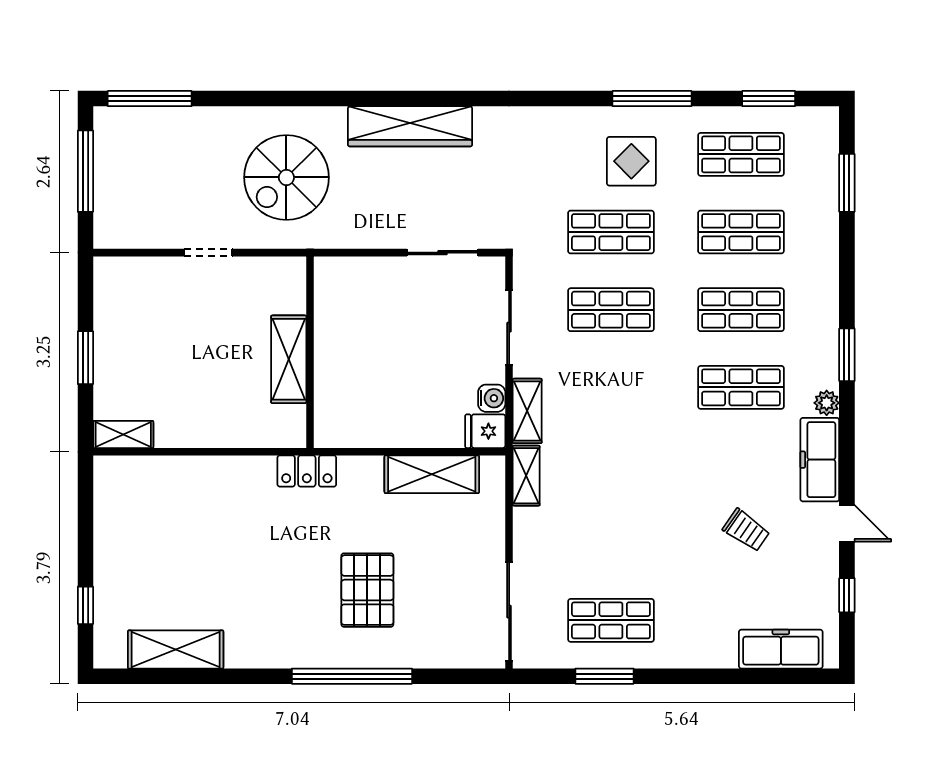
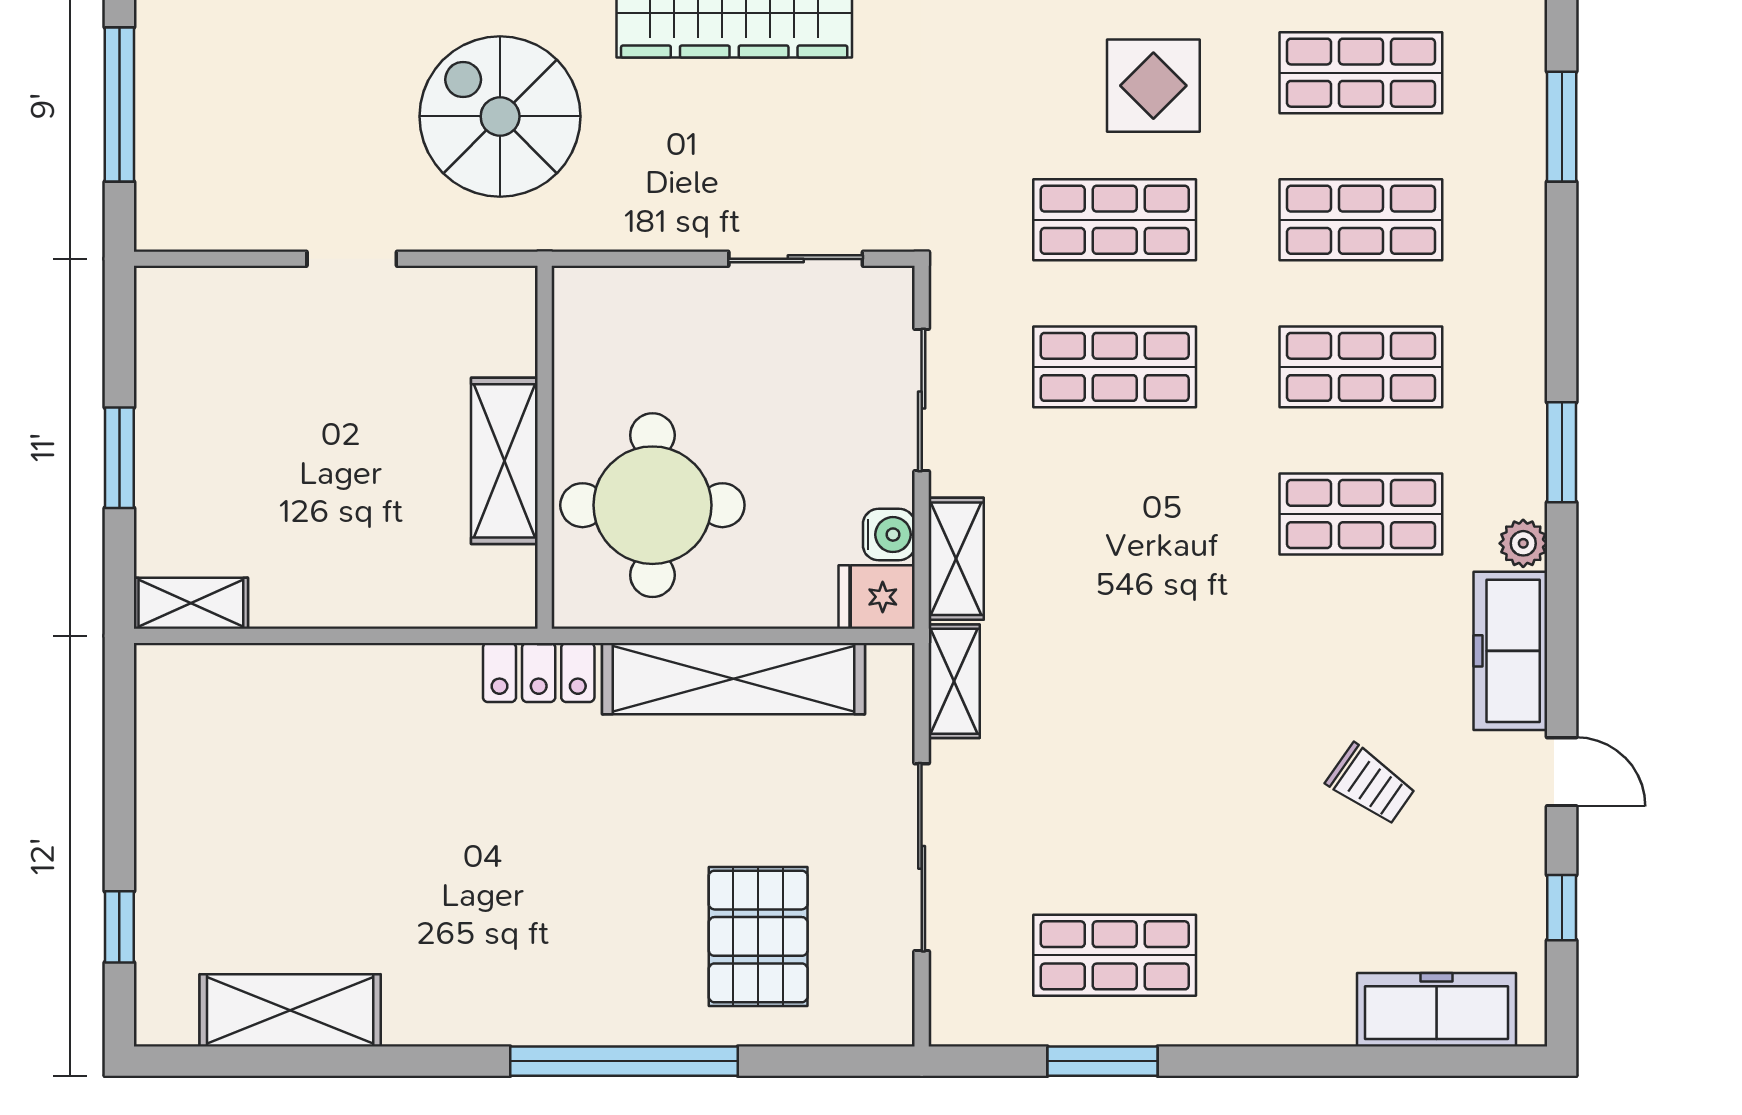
spiral stairs: (286, 177) -> (500, 116), turned 90
round table: (367, 383) -> (652, 505), added
shelving: (432, 474) -> (733, 679), width x1.47
pallet: (367, 590) -> (758, 936), moved
sliding door: (509, 612) -> (922, 857), moved

